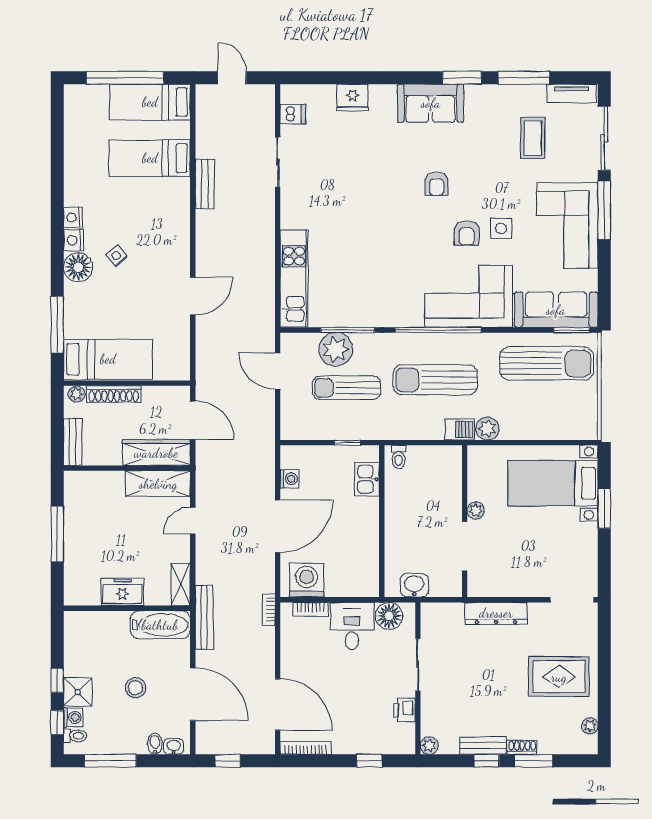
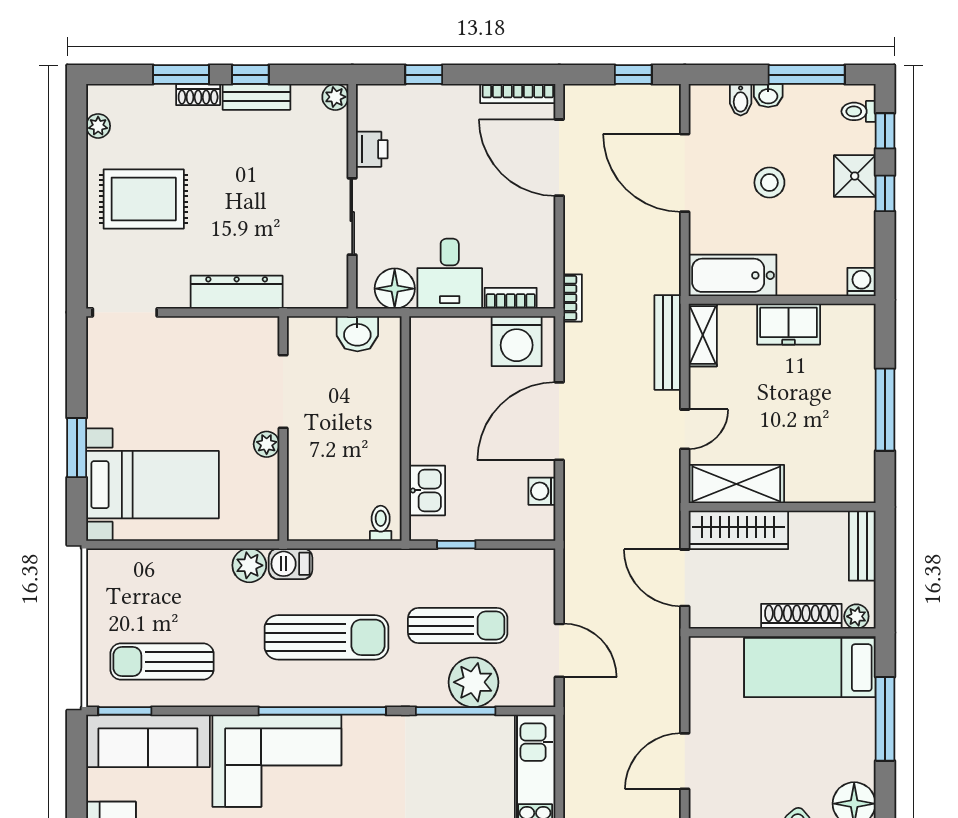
sun lounger: (547, 363) -> (162, 662), width x0.73, depth x0.75
bench: (204, 617) -> (668, 342), moved
washing machine: (73, 717) -> (861, 282), moved, turned 90
washbasin: (174, 747) -> (768, 96), moved

